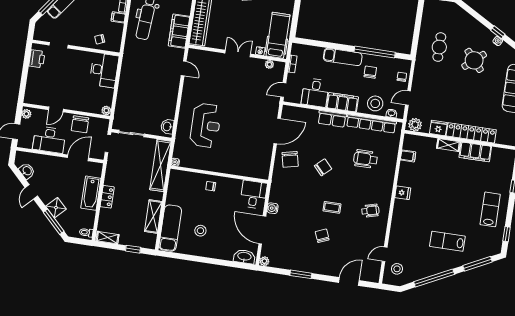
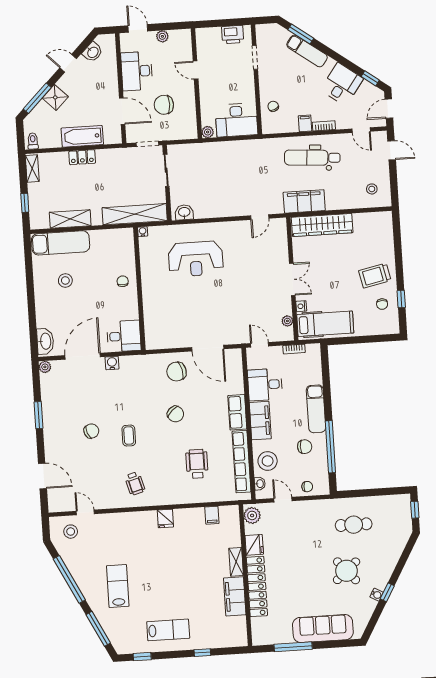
door: (56, 109) -> (196, 70), moved
wall: (66, 111) -> (196, 83), moved
plant: (106, 111) -> (208, 132), moved

